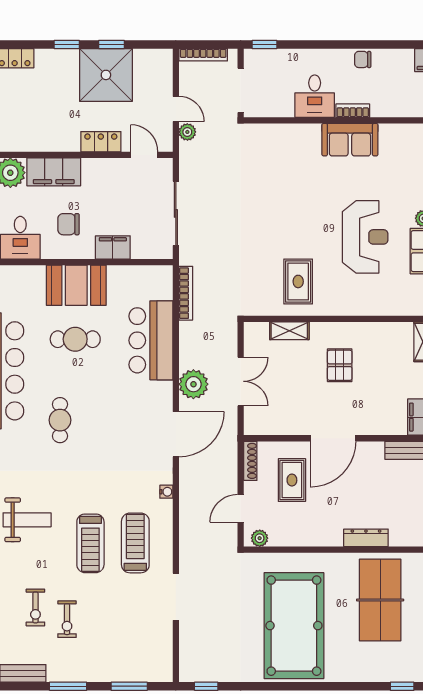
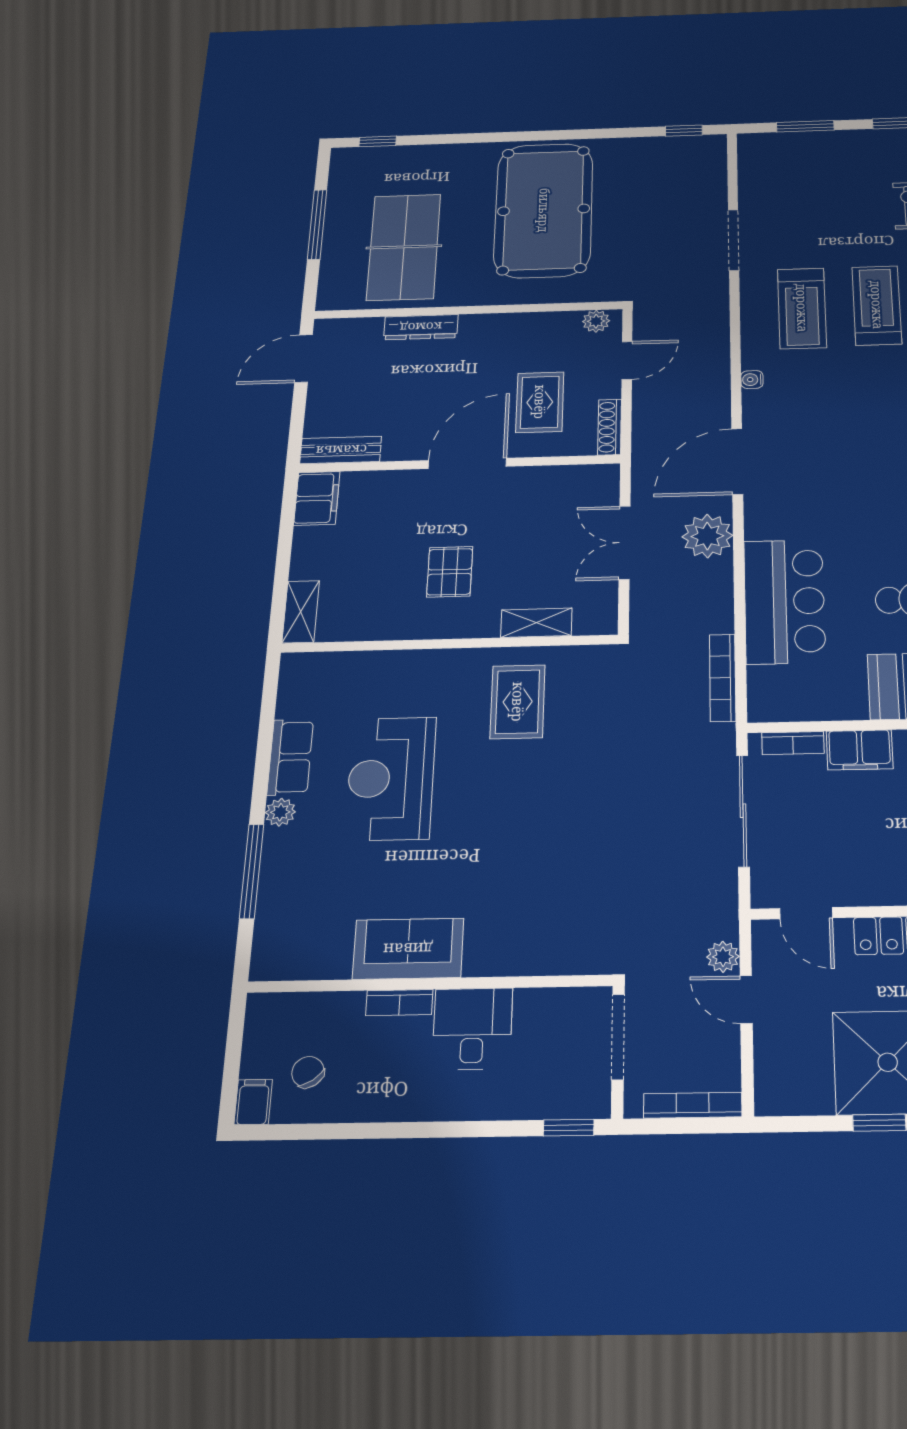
chair: (363, 59) -> (308, 1072), moved, turned -124
bookcase: (148, 252) -> (793, 743), added

